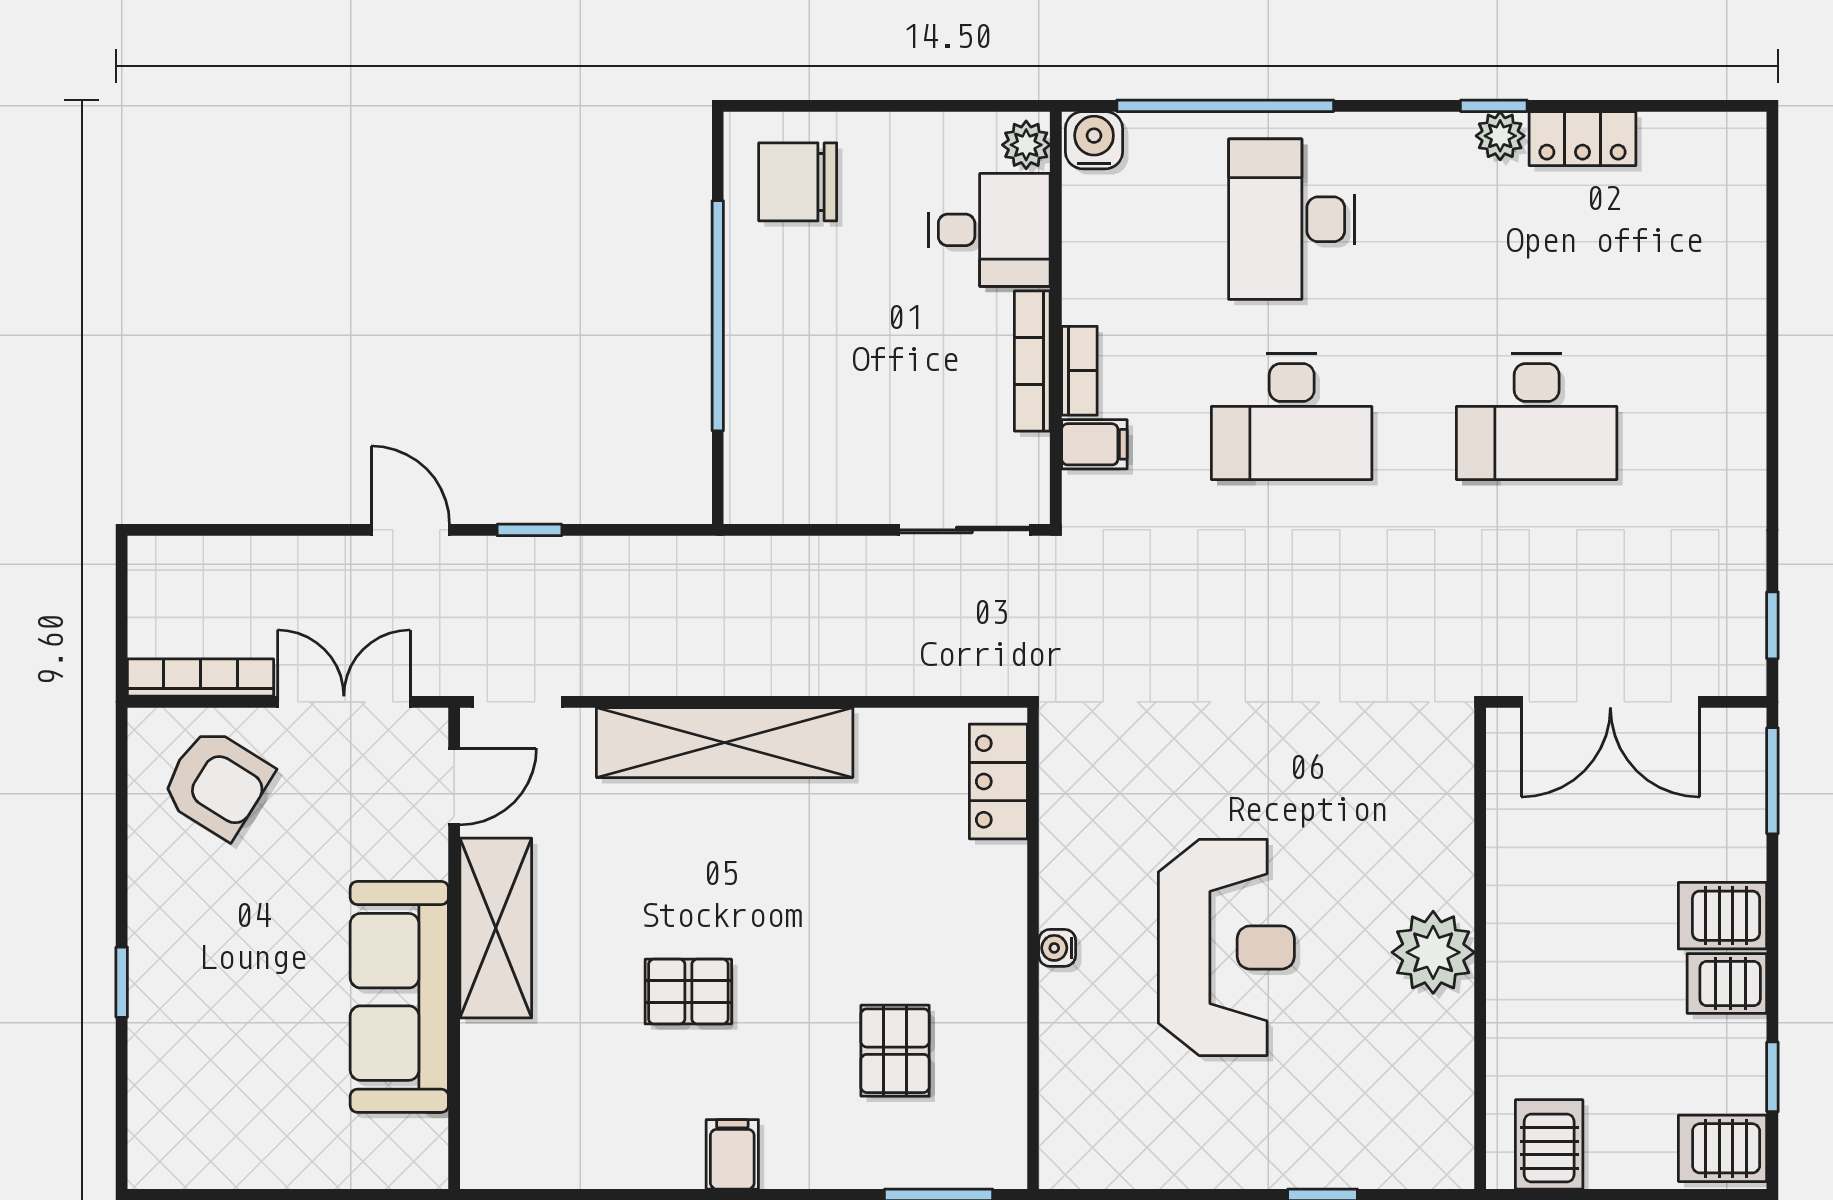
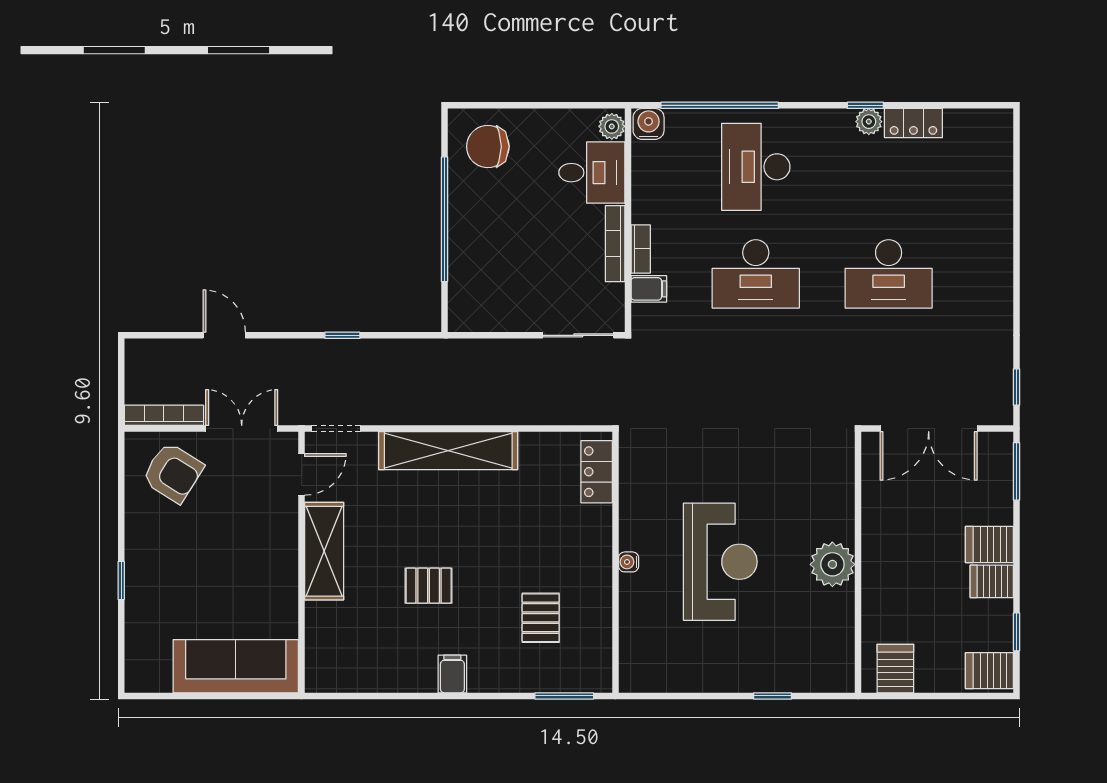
door: (410, 530) -> (224, 335), moved
sofa: (399, 997) -> (236, 666), moved, turned 90

